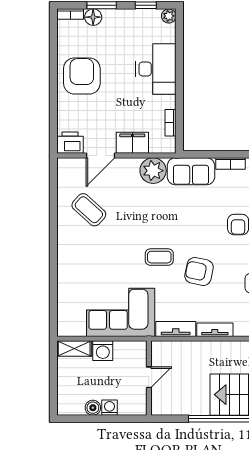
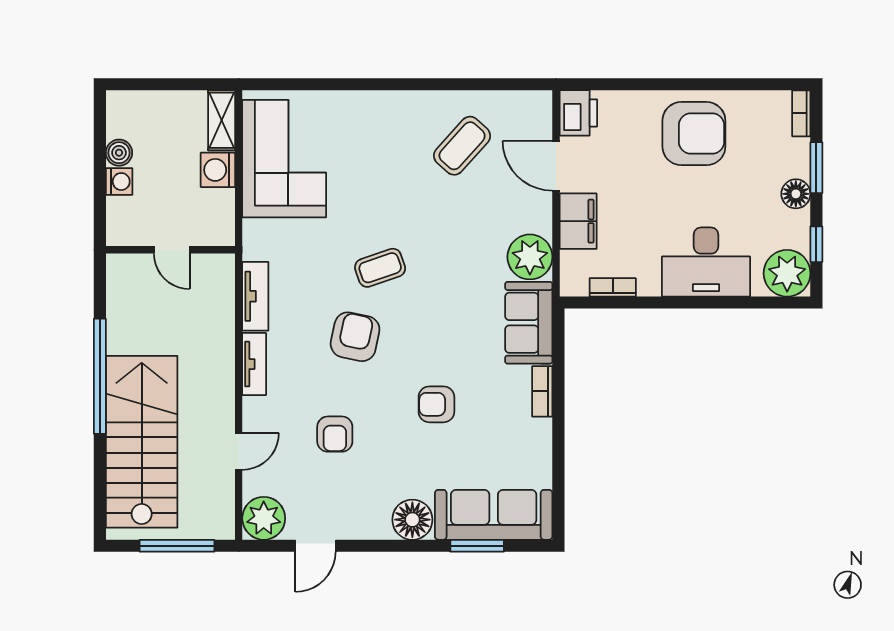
plant: (169, 16) -> (787, 273), width x1.88, depth x1.88
floor lamp: (93, 17) -> (796, 194), moved
coffee table: (159, 257) -> (380, 268), turned 71
corner sofa: (121, 312) -> (284, 159), moved

